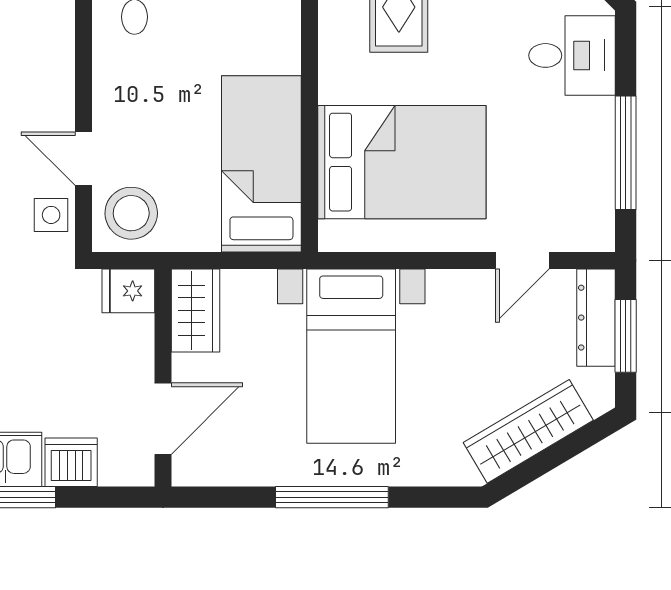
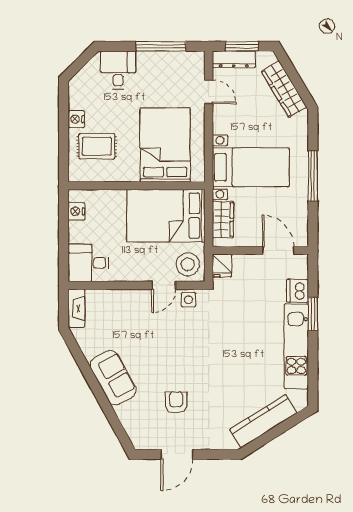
bed: (261, 164) -> (166, 216), width x1.50
wardrobe: (195, 310) -> (223, 220), moved, turned 90

